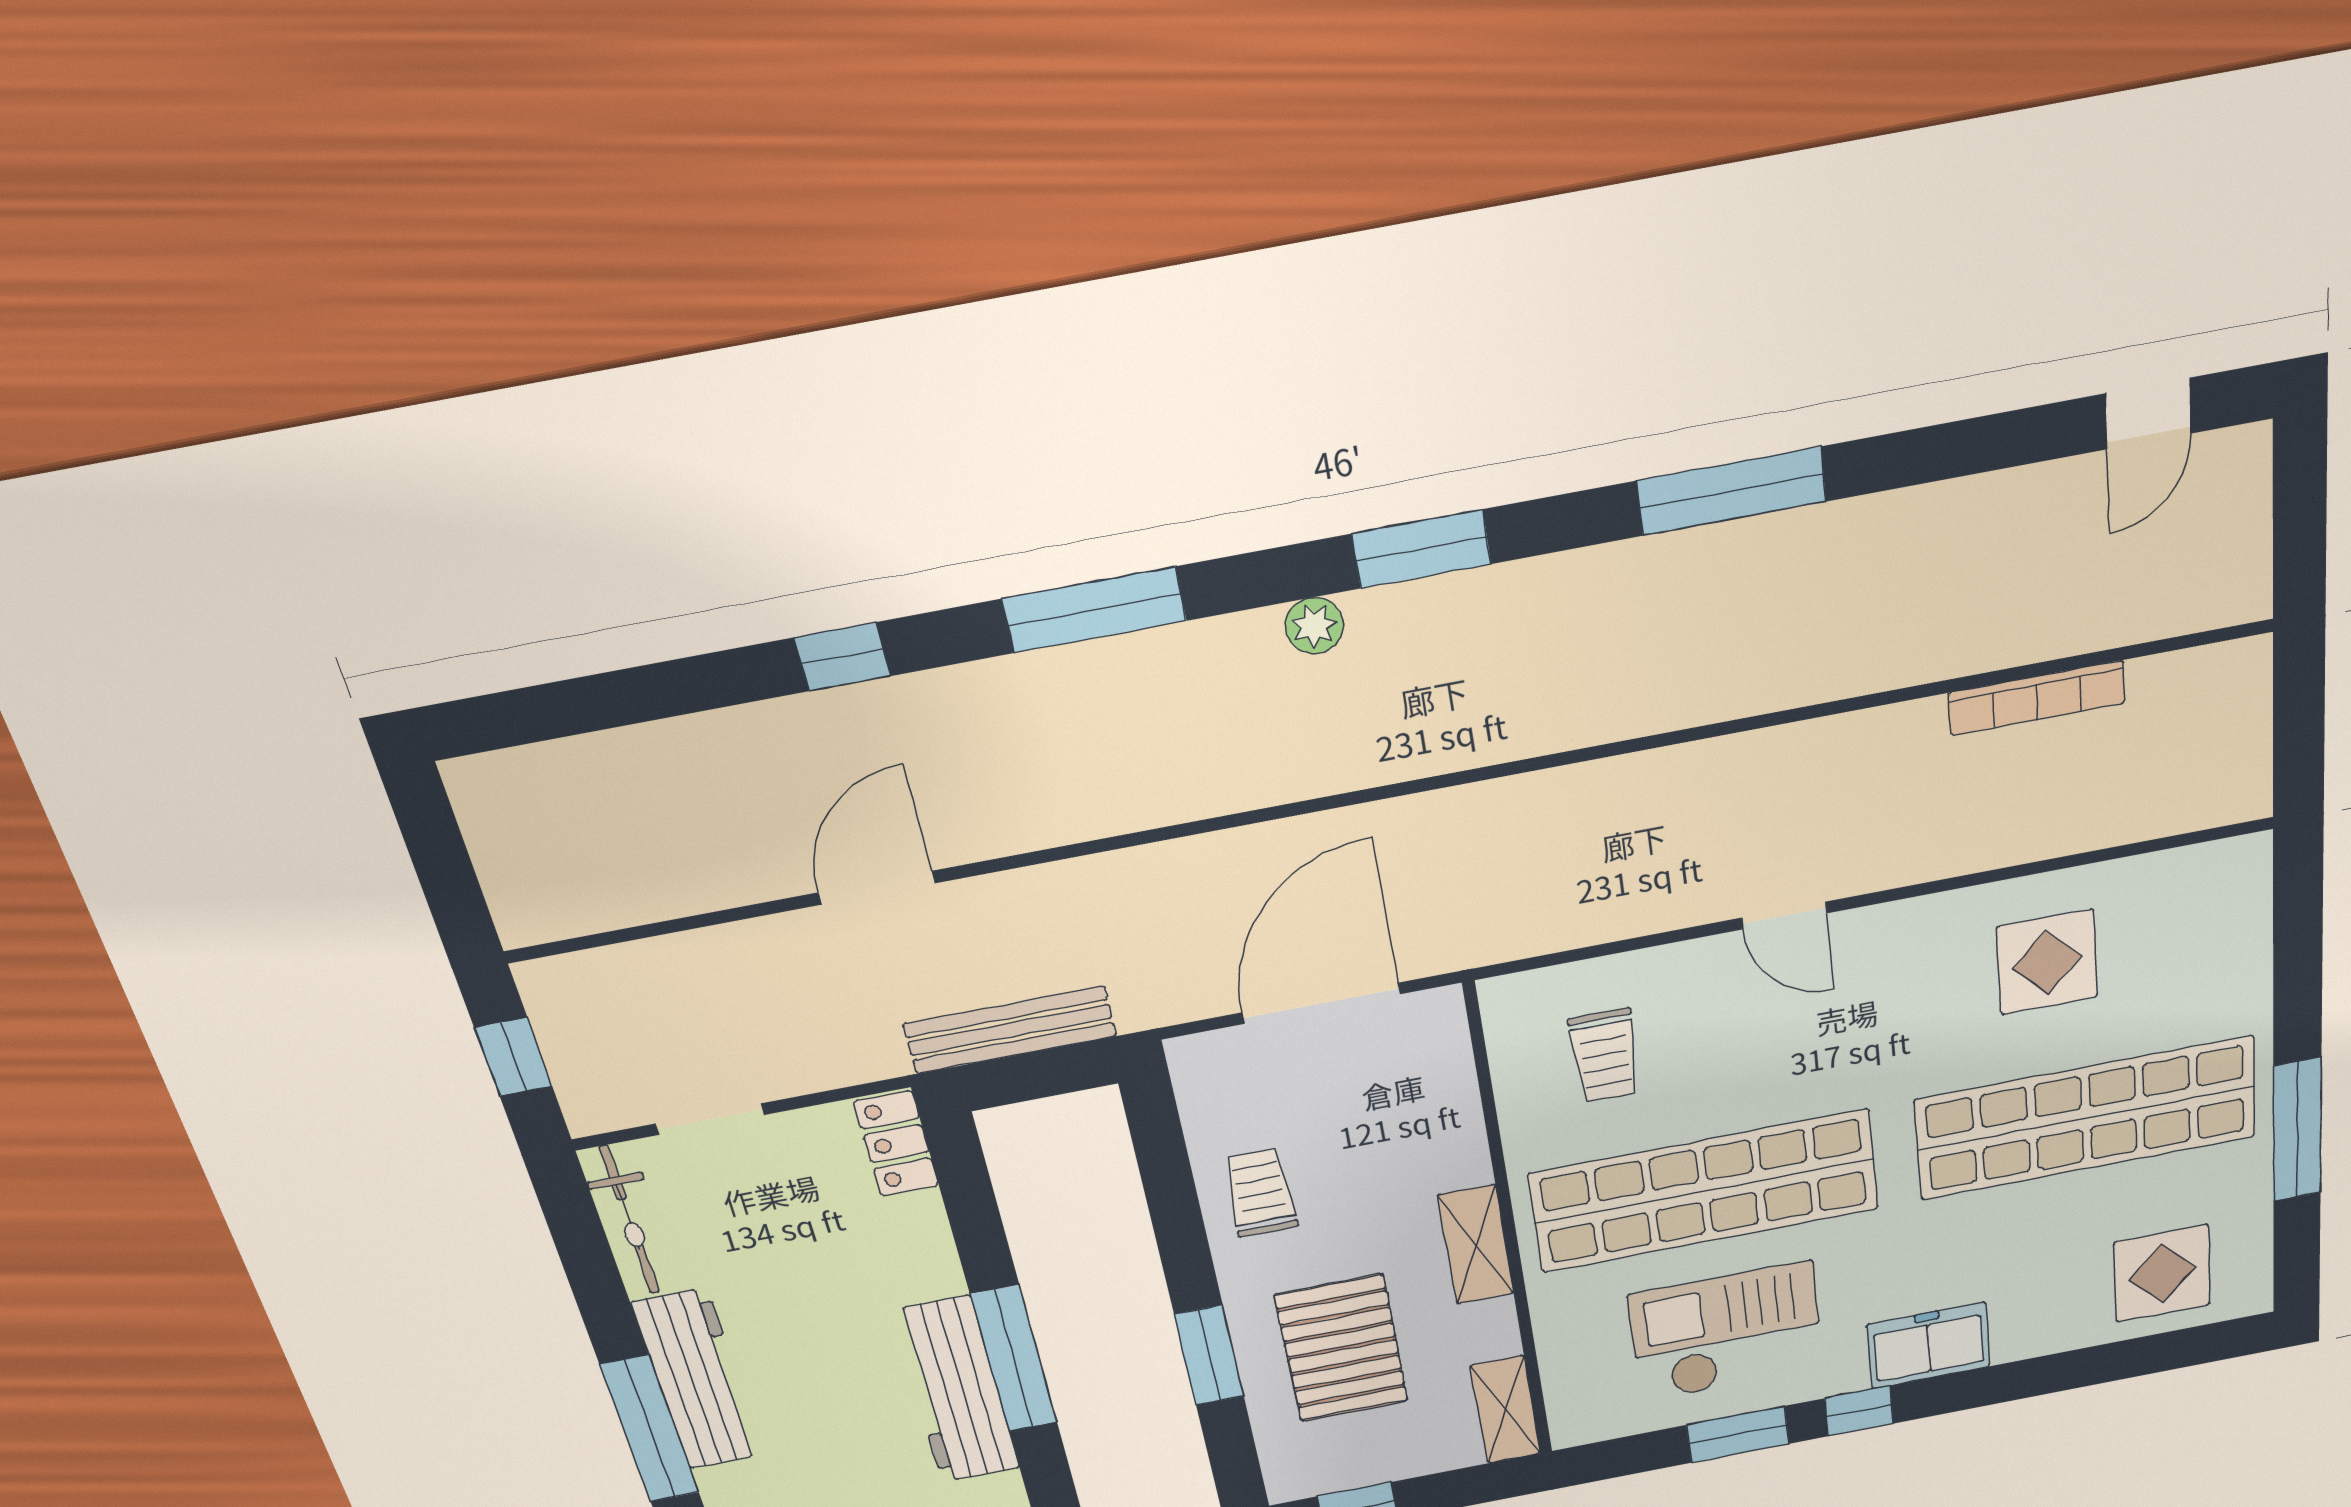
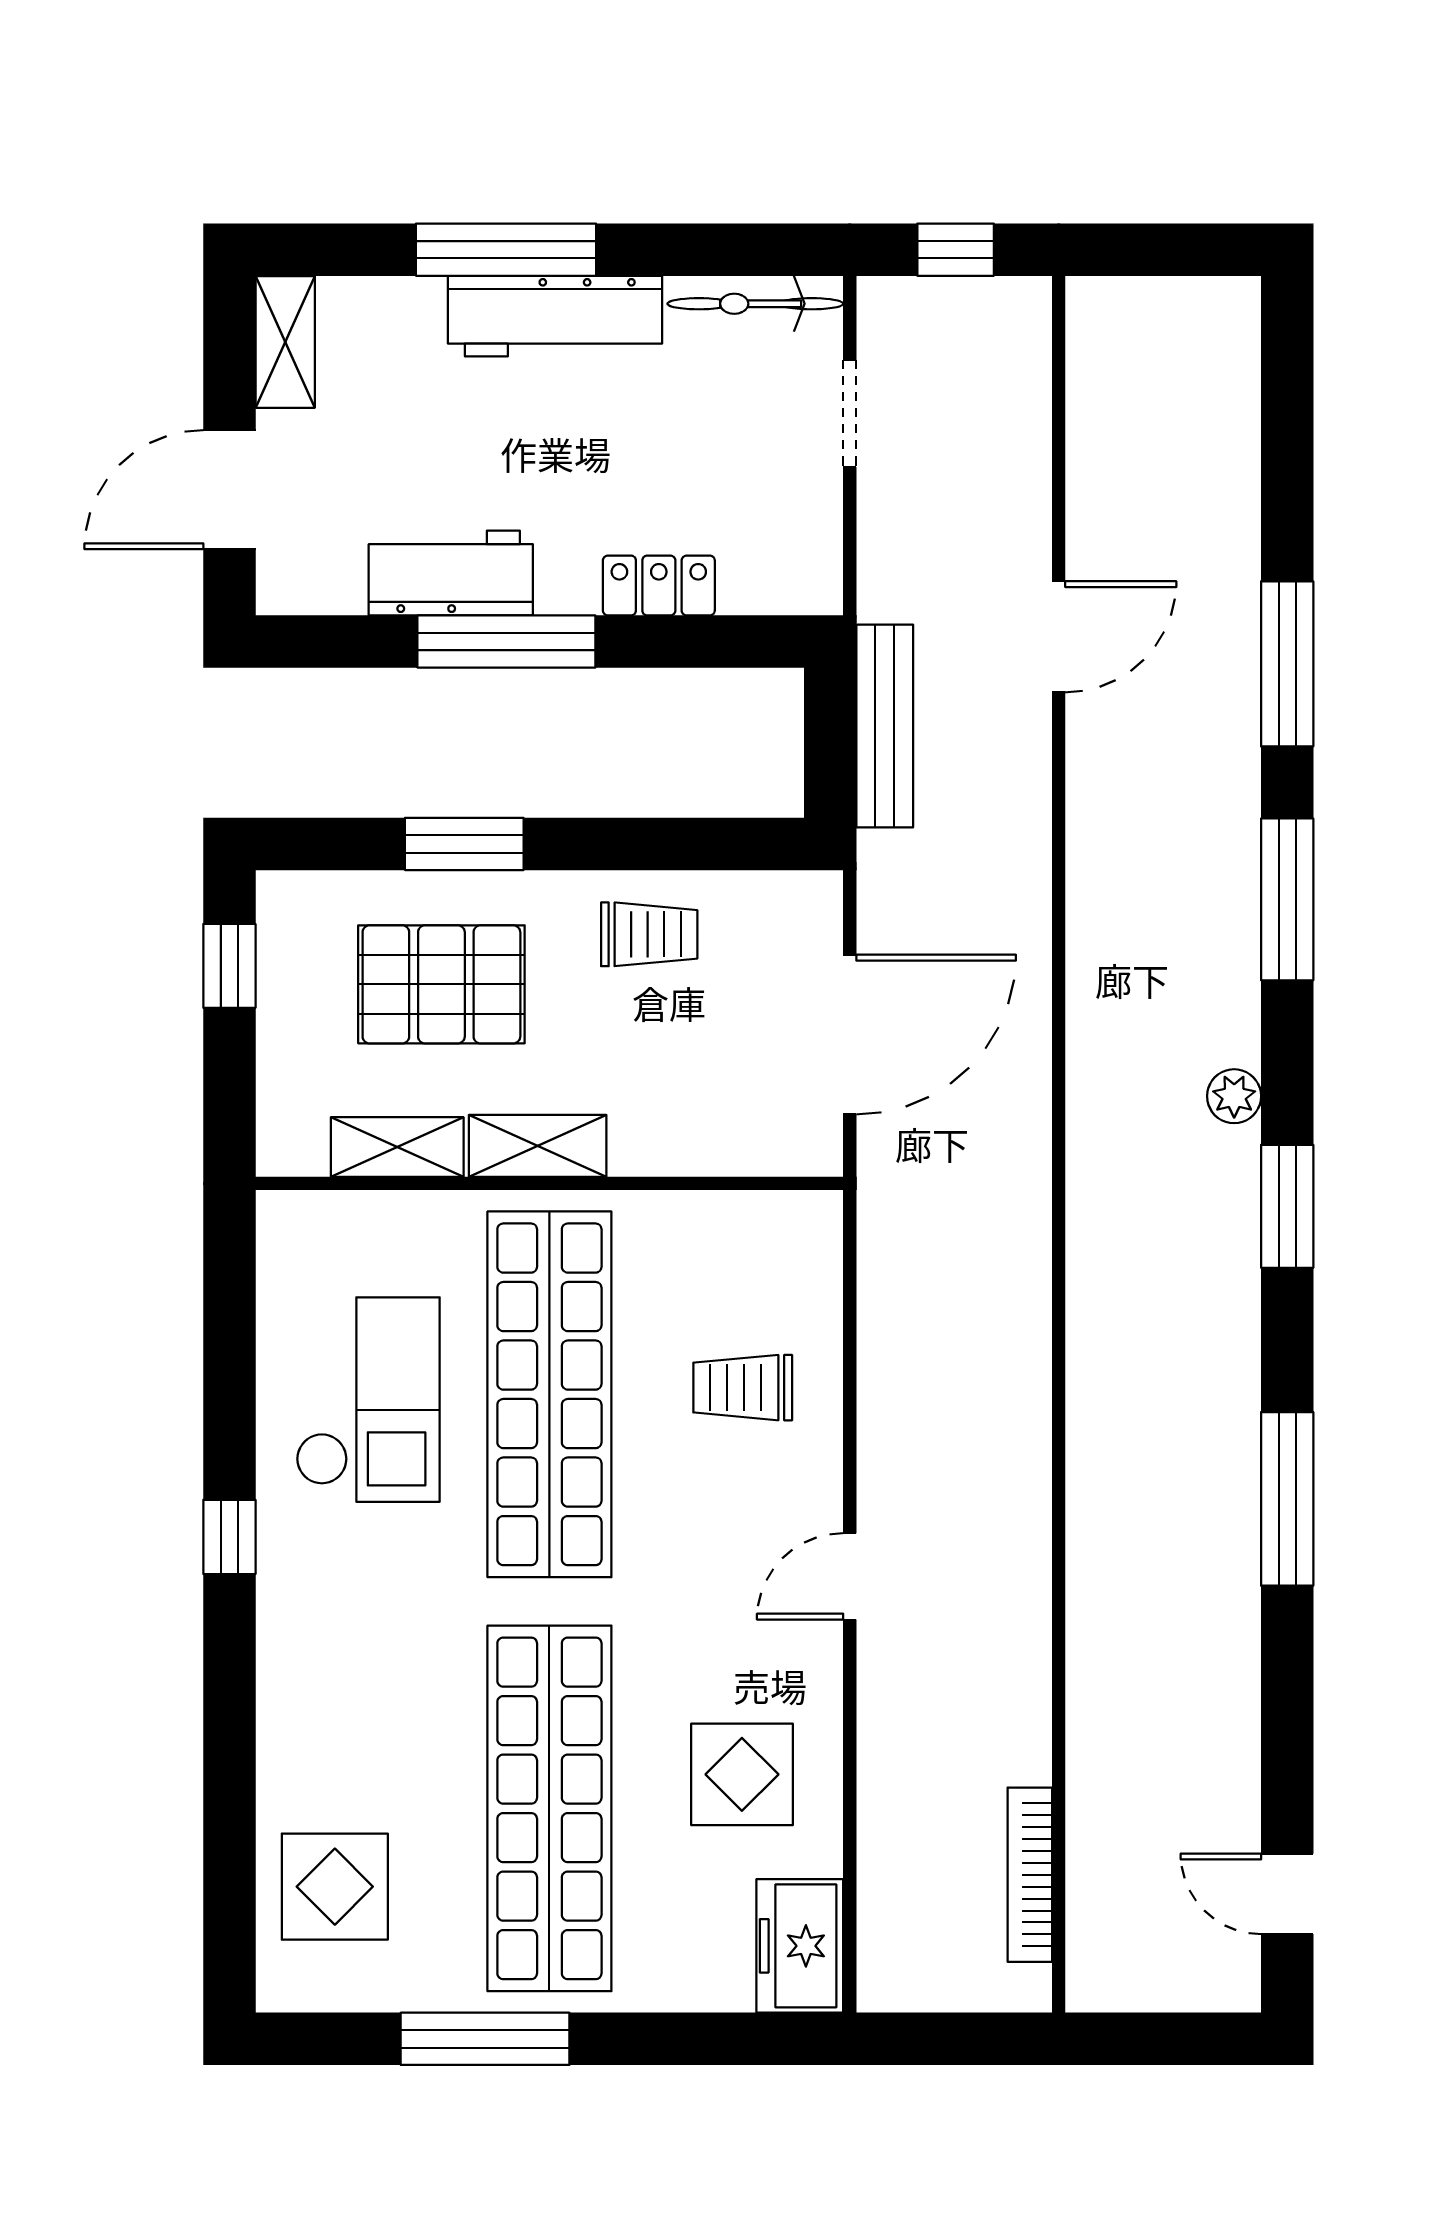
window: (842, 657) -> (1287, 664), width x2.17
bookcase: (2037, 698) -> (1030, 1875), moved
door: (877, 888) -> (1059, 637), hinge flipped
door: (1784, 916) -> (850, 1576), moved
door: (1321, 1003) -> (850, 1035), hinge flipped
trolley: (1605, 1056) -> (743, 1388), moved
locker: (896, 1144) -> (659, 586), moved
freezer: (1929, 1346) -> (800, 1946), moved, turned 180
workbench: (956, 1390) -> (451, 573), width x0.73
shelving: (1506, 1410) -> (397, 1147), moved
window: (1738, 1434) -> (229, 1398), removed

